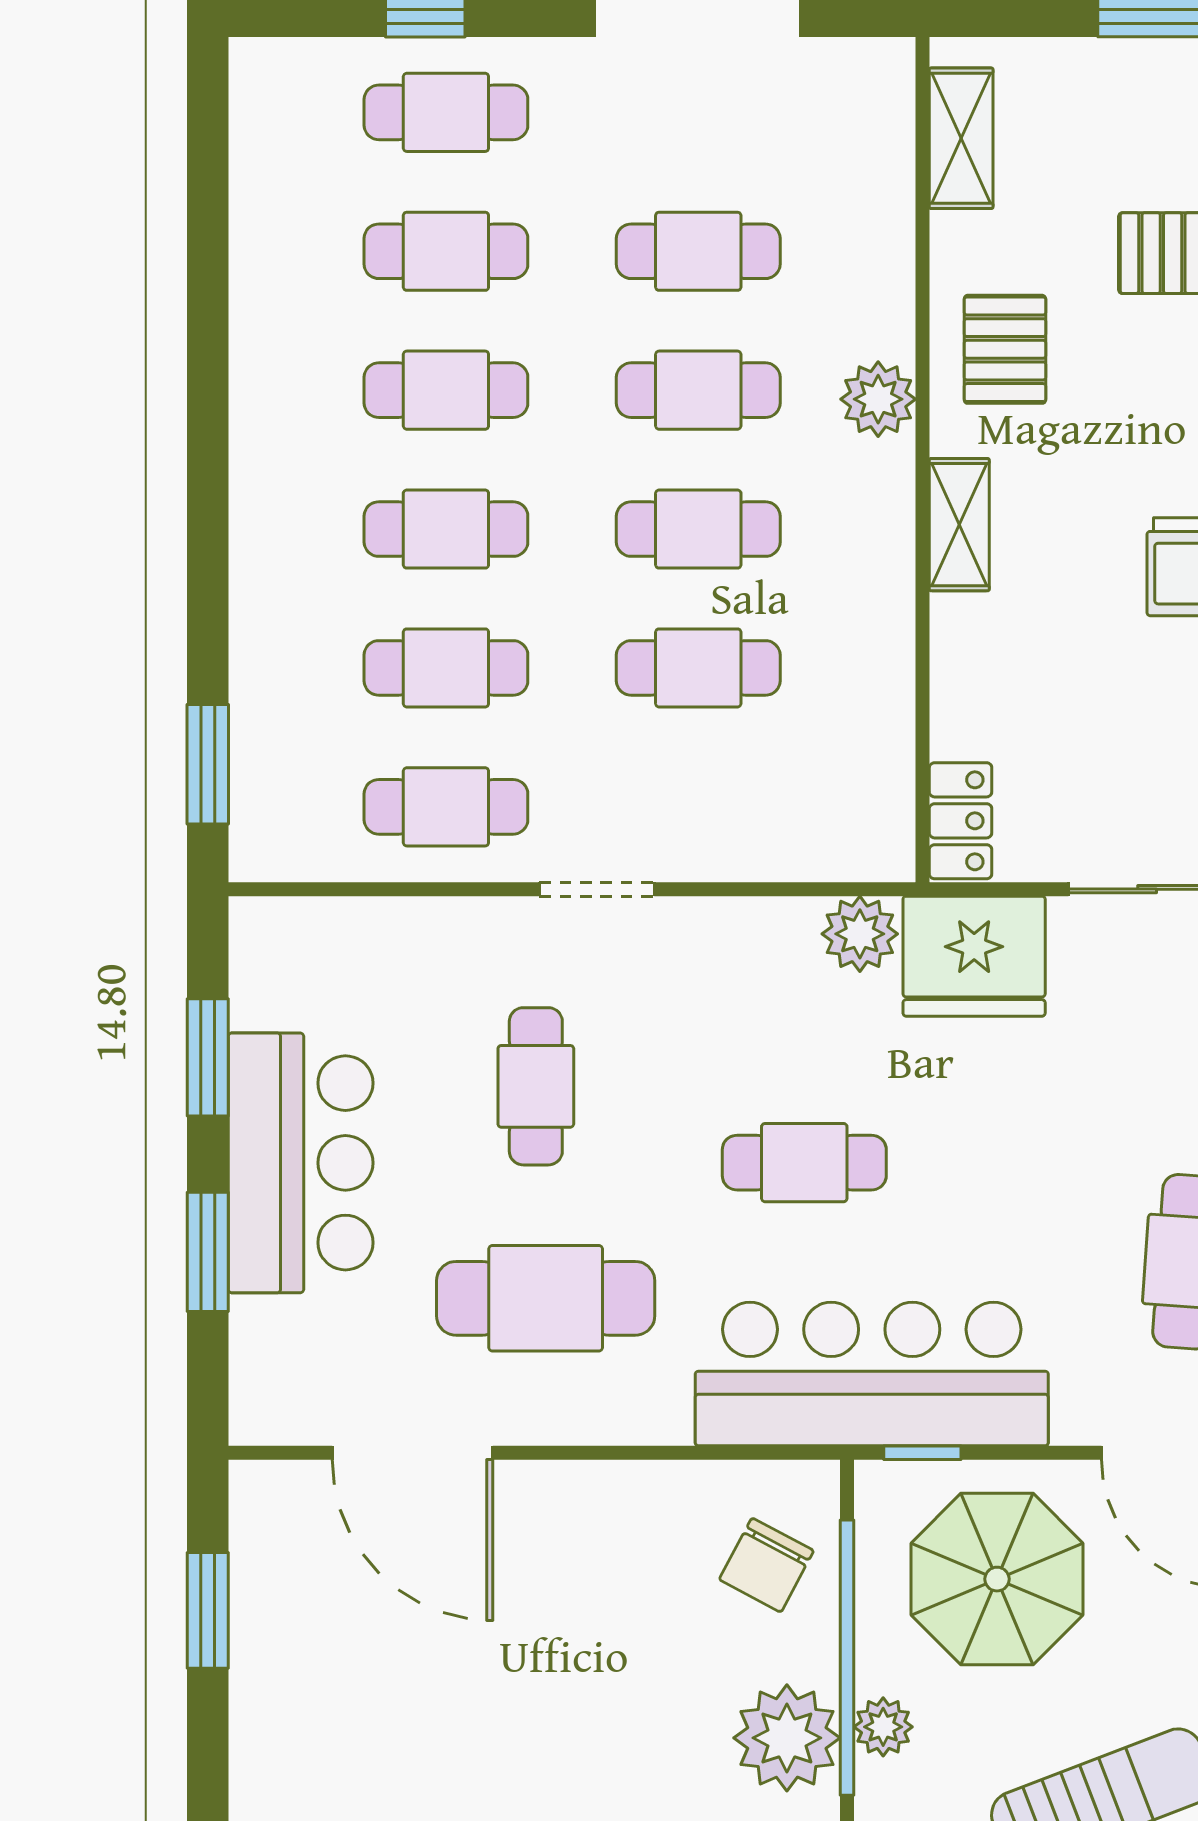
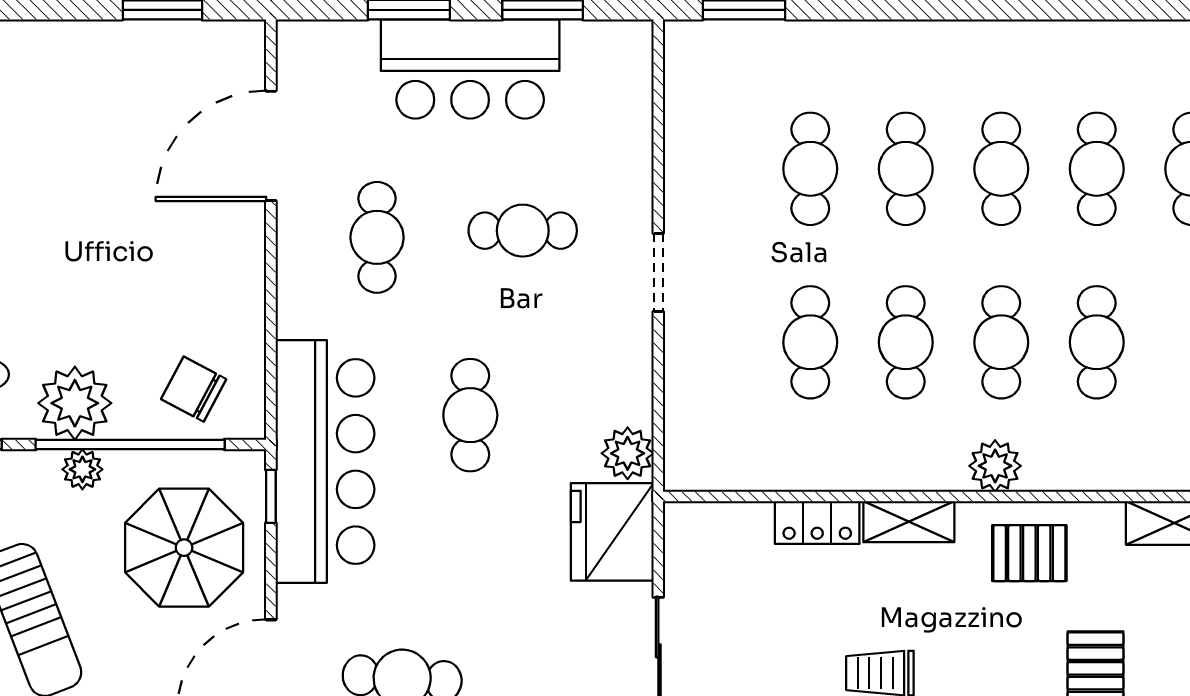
cafe table: (446, 807) -> (715, 169), removed
locker: (961, 821) -> (817, 523), moved
cafe table: (546, 1298) -> (377, 237), width x0.73, depth x0.74

